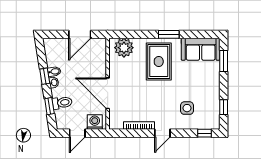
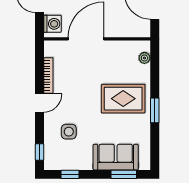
plant: (124, 48) -> (144, 58), width x0.53, depth x0.53
sofa: (201, 49) -> (116, 157), moved, turned 90
door: (162, 133) -> (39, 103), swing flipped

